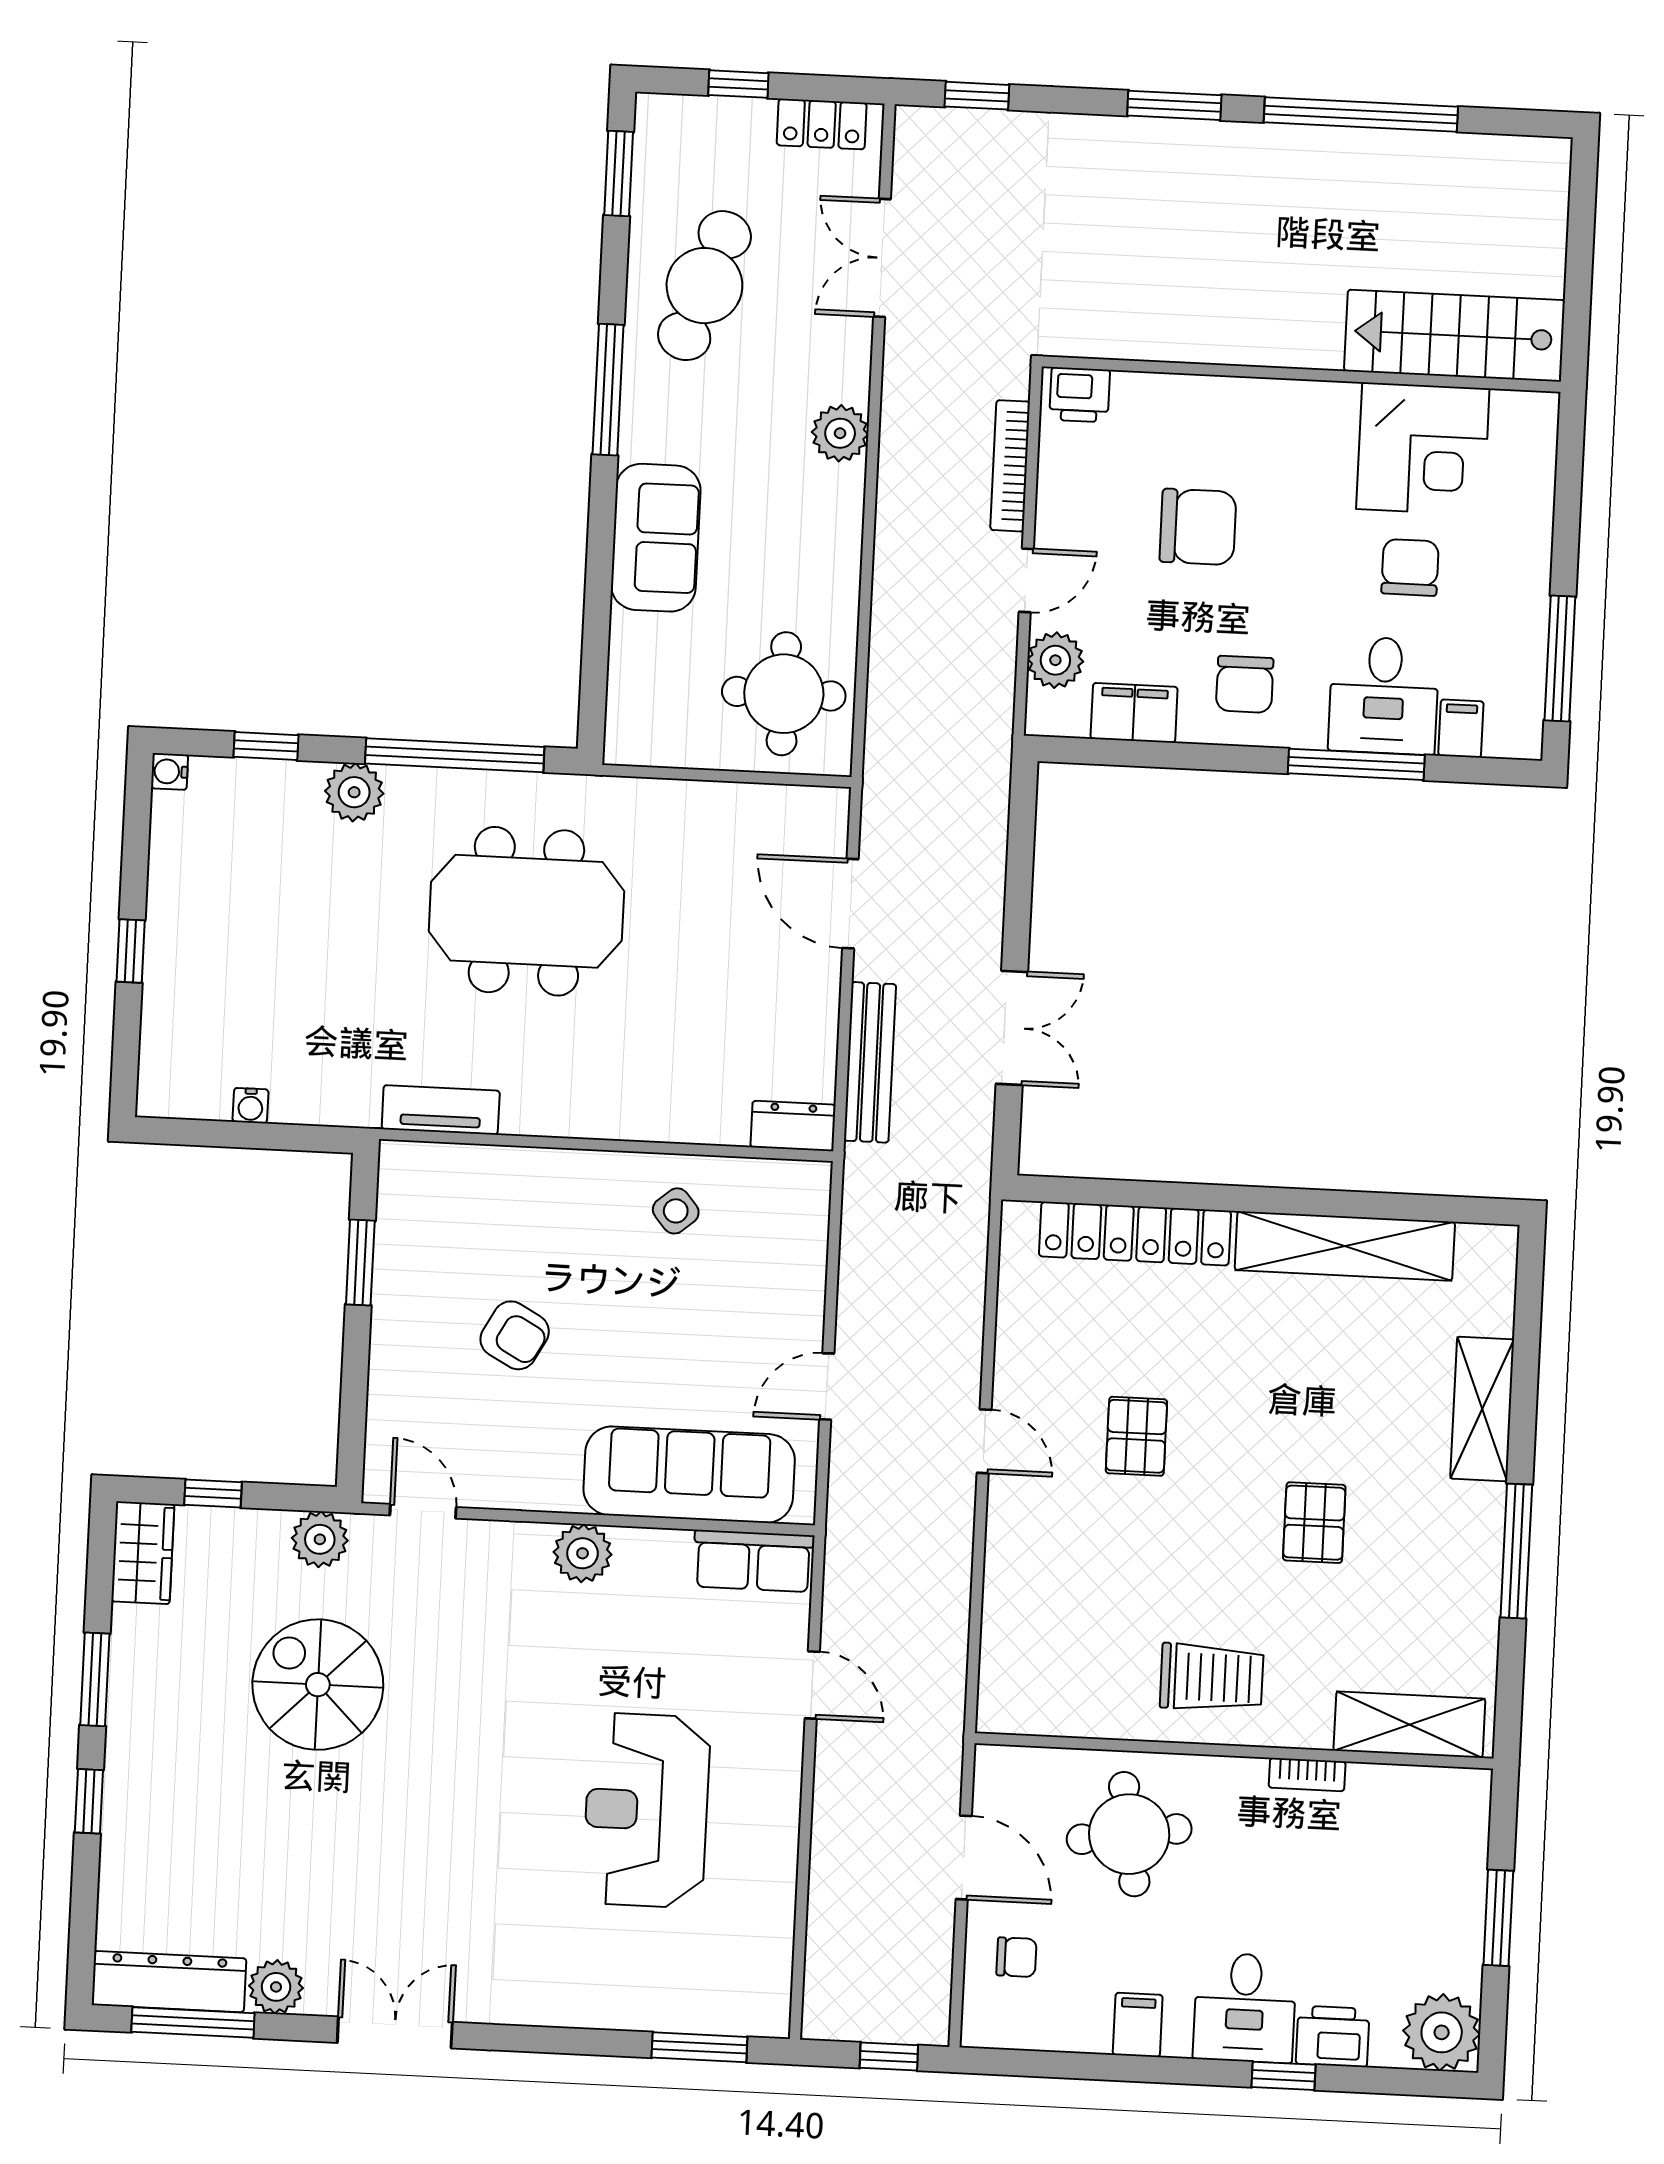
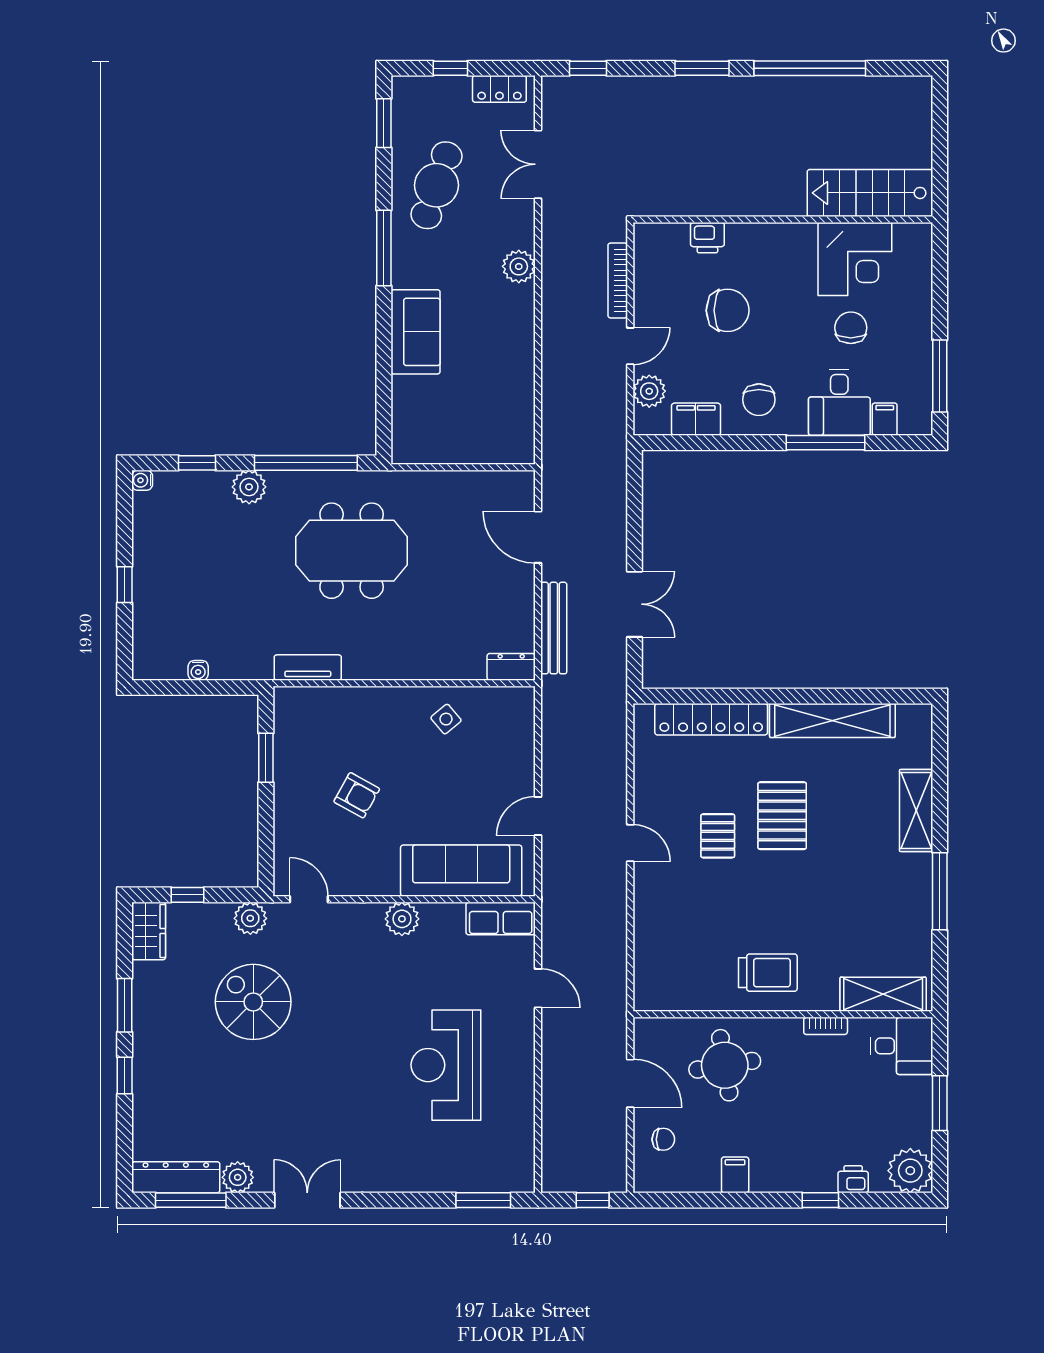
printer: (1080, 395) -> (707, 238), moved
round table: (784, 694) -> (494, 418), removed
pallet: (1314, 1523) -> (782, 816), moved, width x1.50, depth x1.42
desk: (1245, 2008) -> (902, 1046), moved, turned -90
printer: (1333, 2036) -> (853, 1179), width x0.73, depth x0.81

